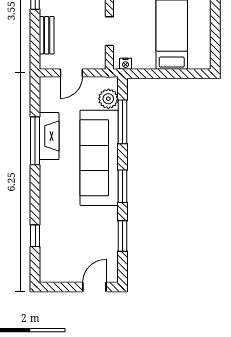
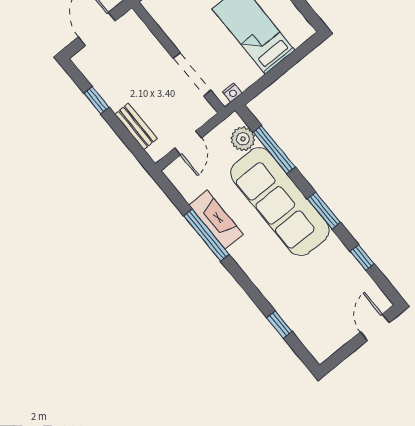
doorway: (109, 31) -> (192, 74), width x1.38
window: (123, 236) -> (362, 258), width x0.67

